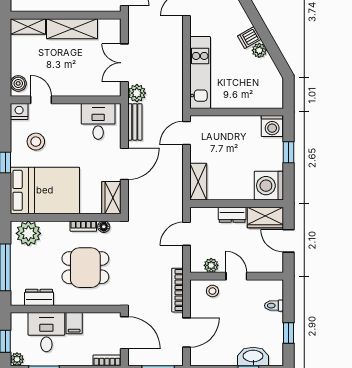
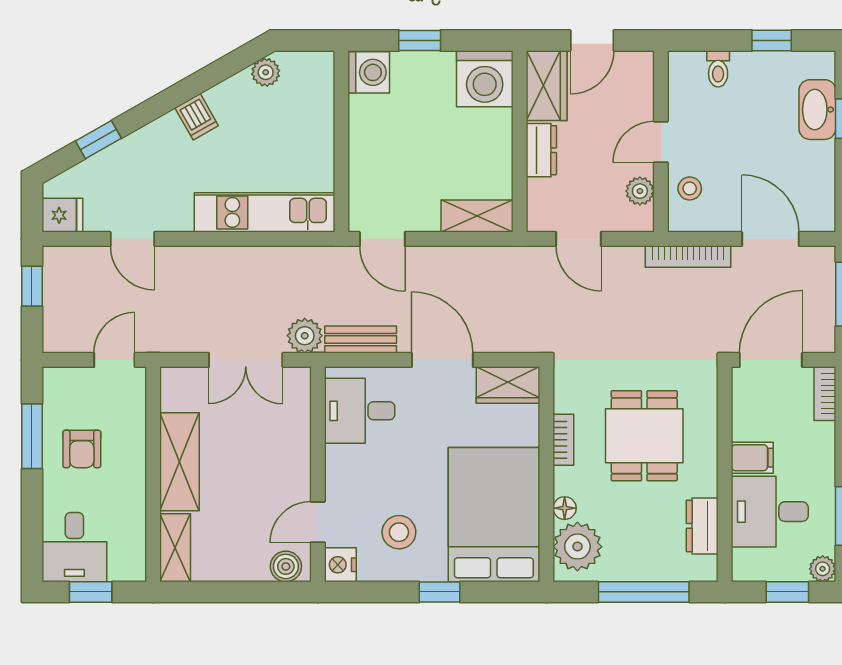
plant: (259, 50) -> (266, 72), moved
floor lamp: (104, 227) -> (565, 508), moved

